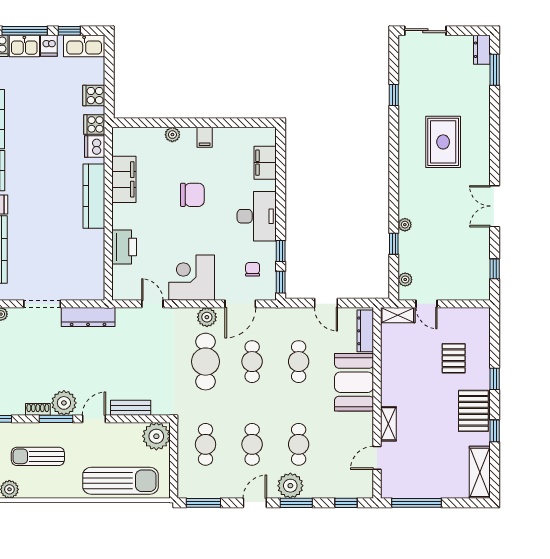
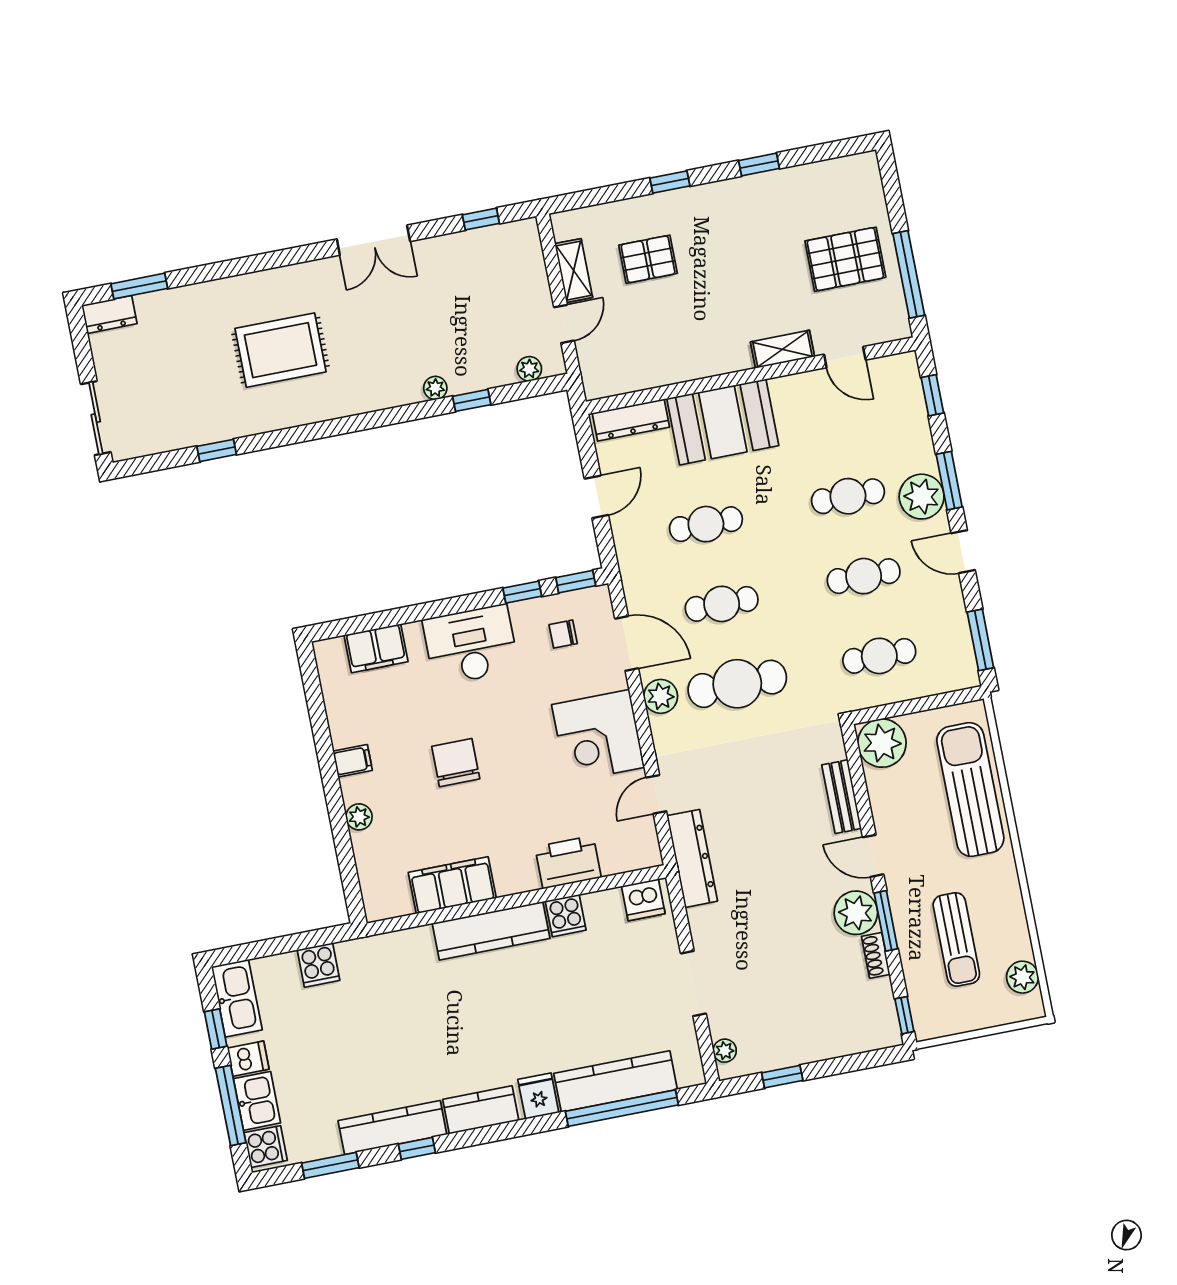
cooker: (94, 124) -> (566, 916), moved
dishwasher: (95, 146) -> (643, 900), moved
shelving: (398, 315) -> (574, 271), moved
dresser: (88, 317) -> (692, 858), moved
pallet: (473, 411) -> (845, 259), moved
shelving: (480, 472) -> (835, 176), removed

